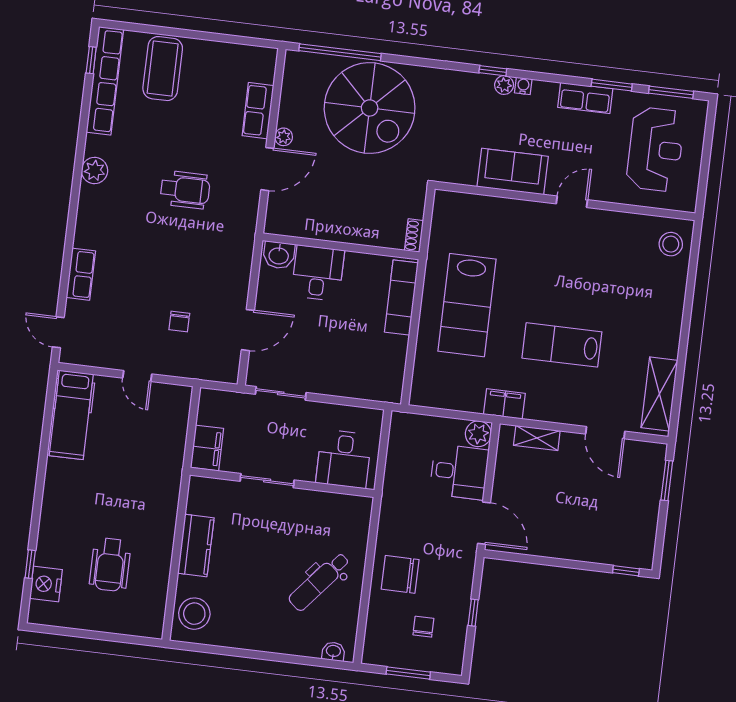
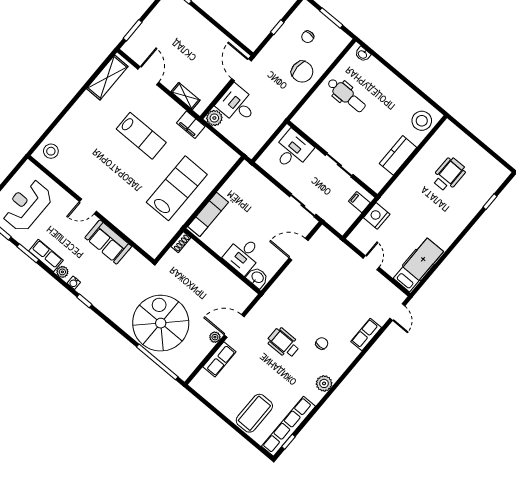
plant: (504, 85) -> (62, 272), moved
chair: (179, 321) -> (322, 343), moved
filing cabinet: (207, 448) -> (359, 202), width x0.50
dental chair: (319, 582) -> (346, 95), turned 50
nightstand: (46, 584) -> (377, 216), moved, turned 180

